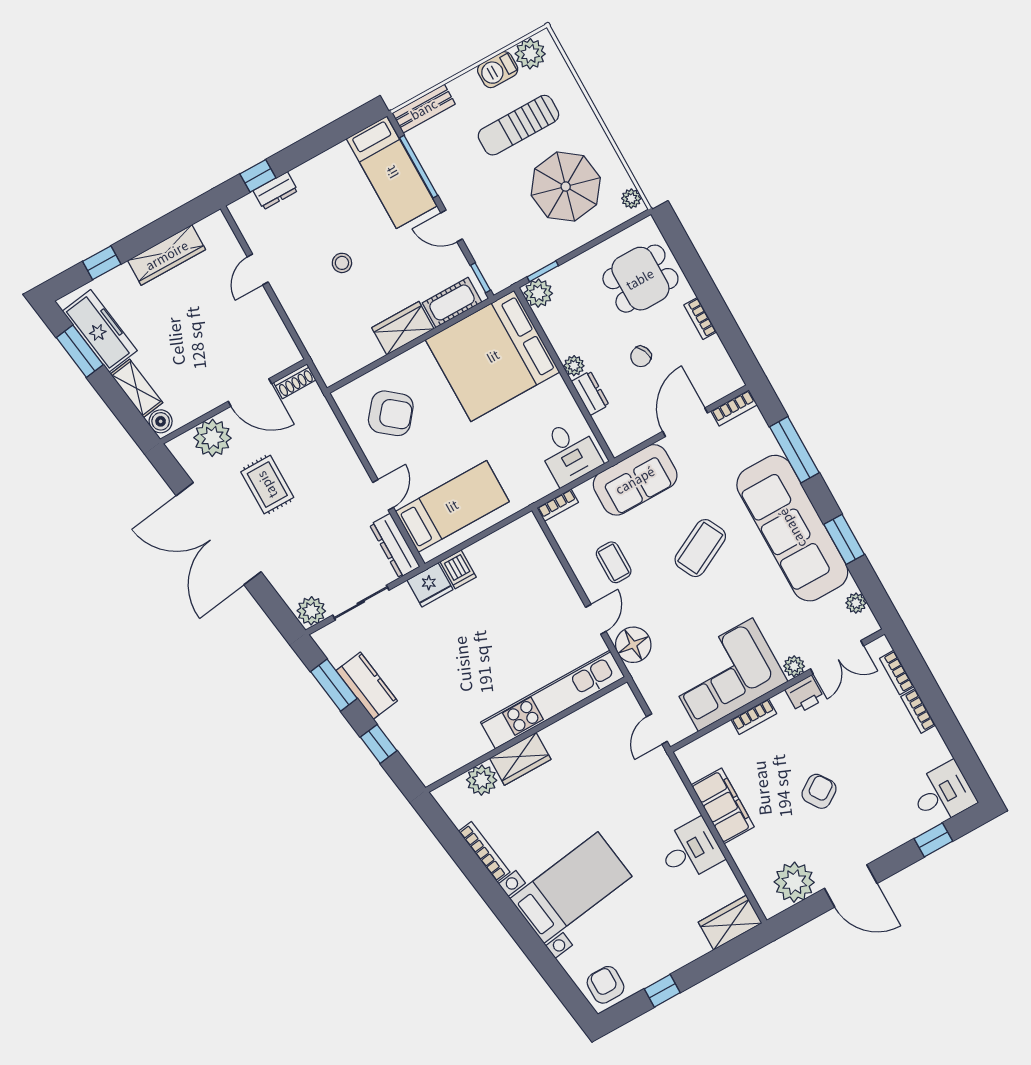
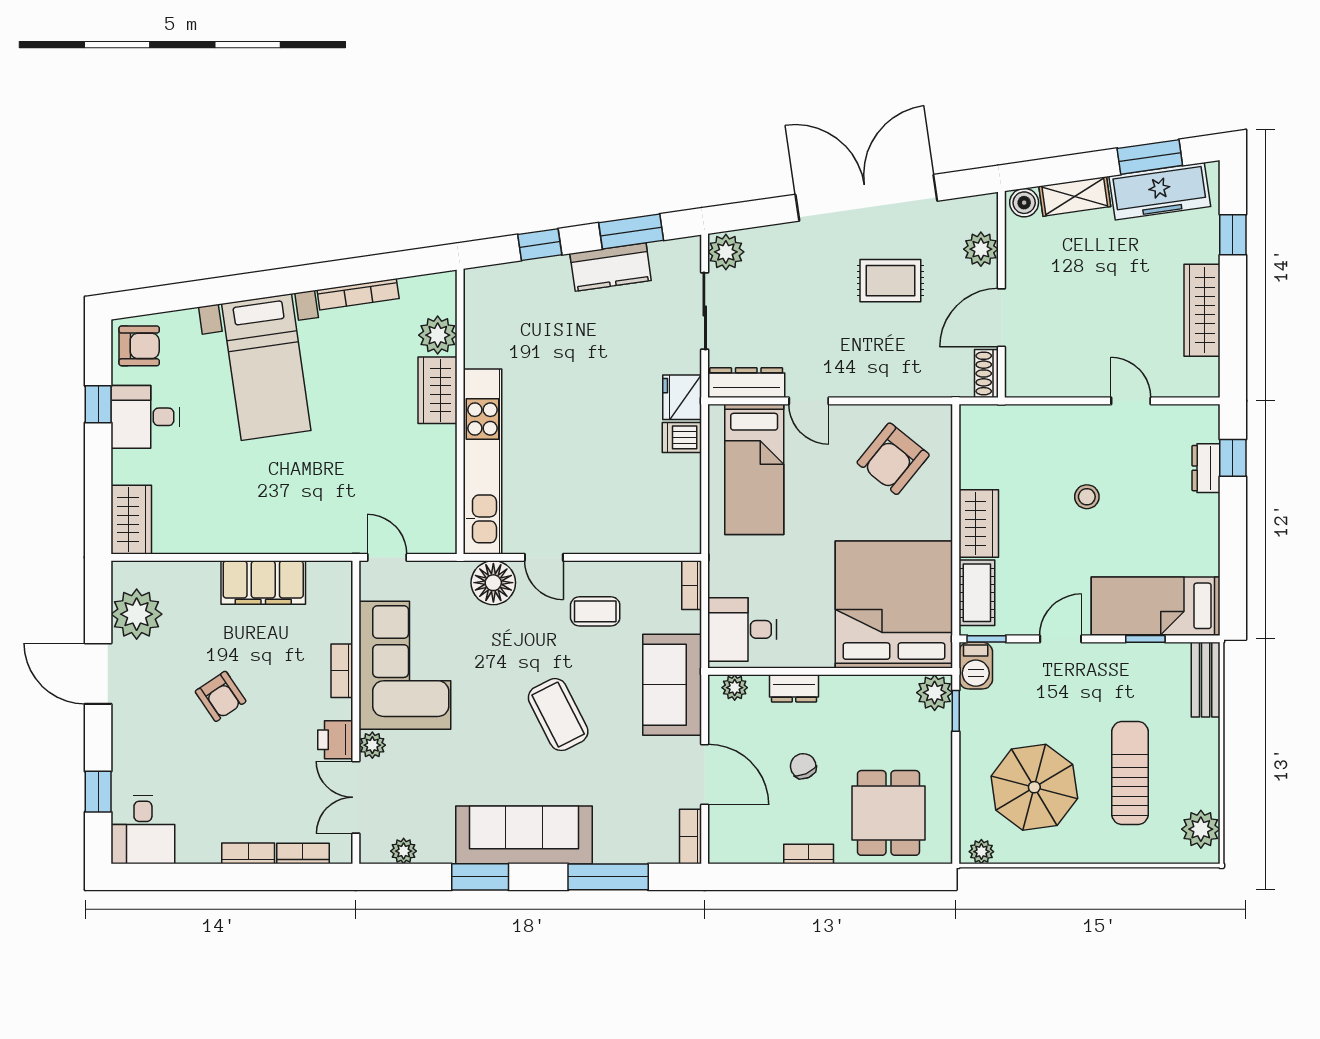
barbecue: (498, 70) -> (976, 666), moved, turned 180
window: (419, 167) -> (1145, 639), width x0.46
plant: (574, 366) -> (735, 688), moved
plant: (212, 438) -> (981, 249), width x0.73, depth x0.73
sofa: (792, 528) -> (524, 835), width x0.74, depth x0.79
desk: (690, 850) -> (145, 417), moved, turned 90
door: (851, 886) -> (98, 674), hinge flipped

